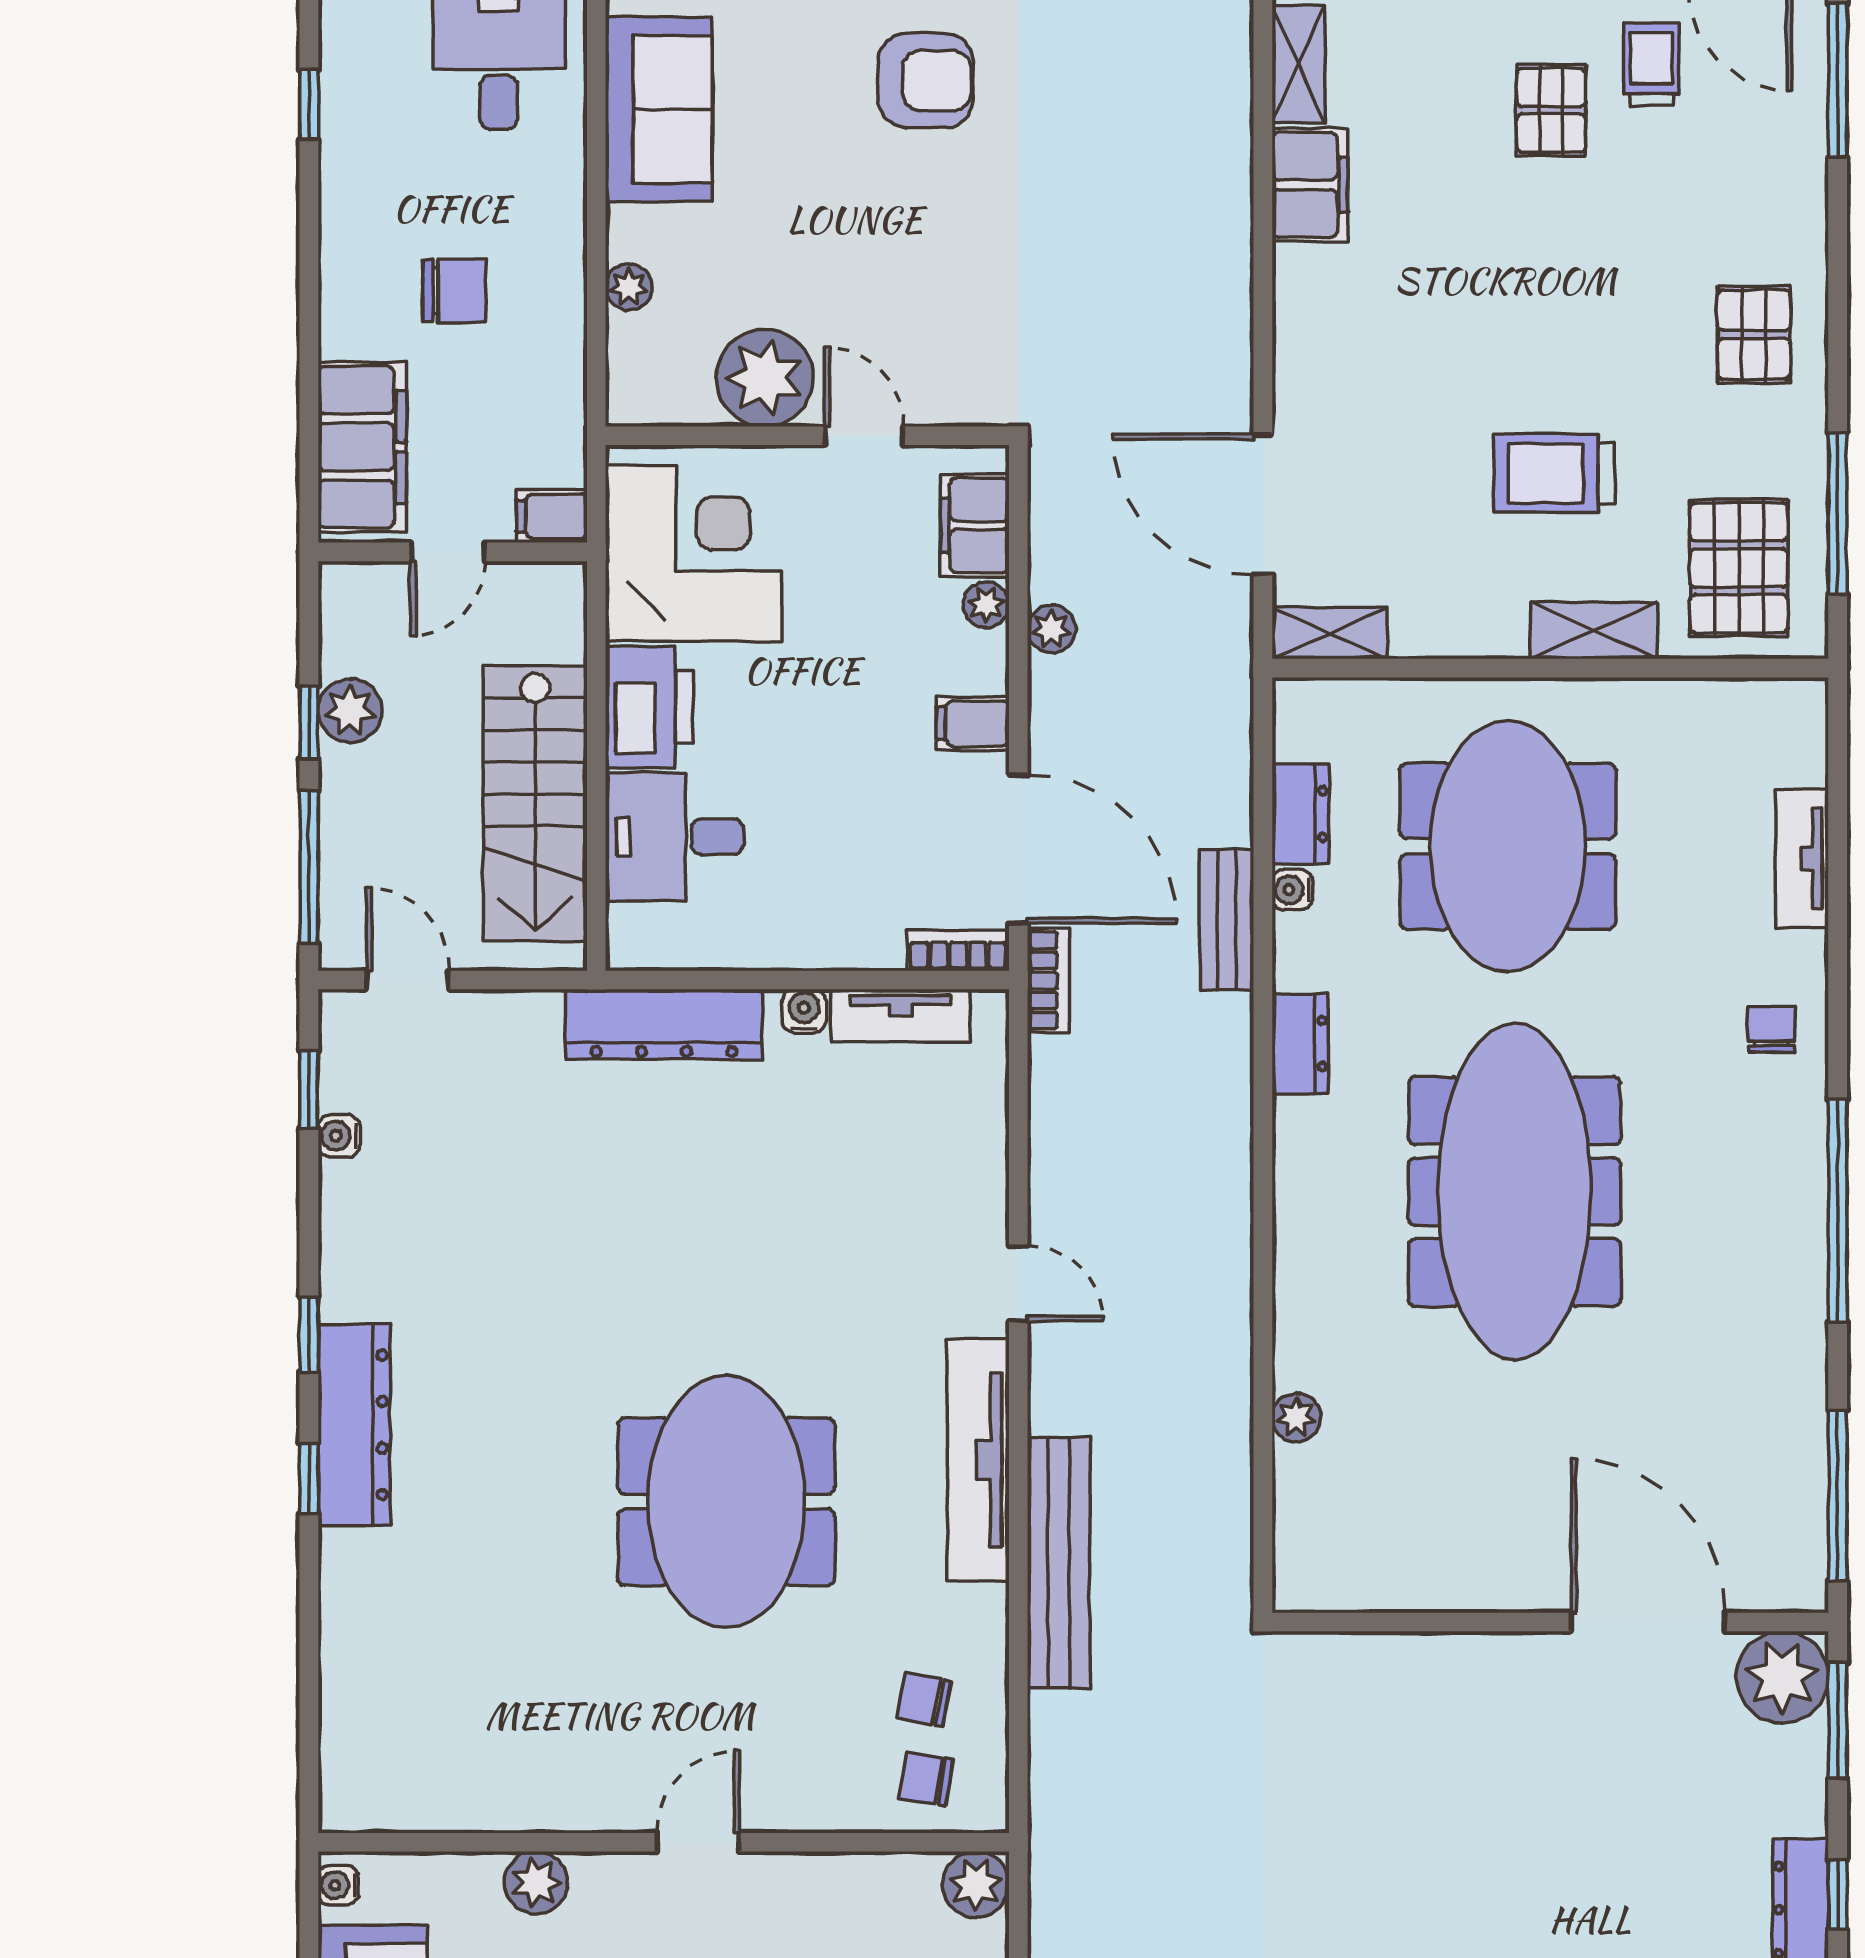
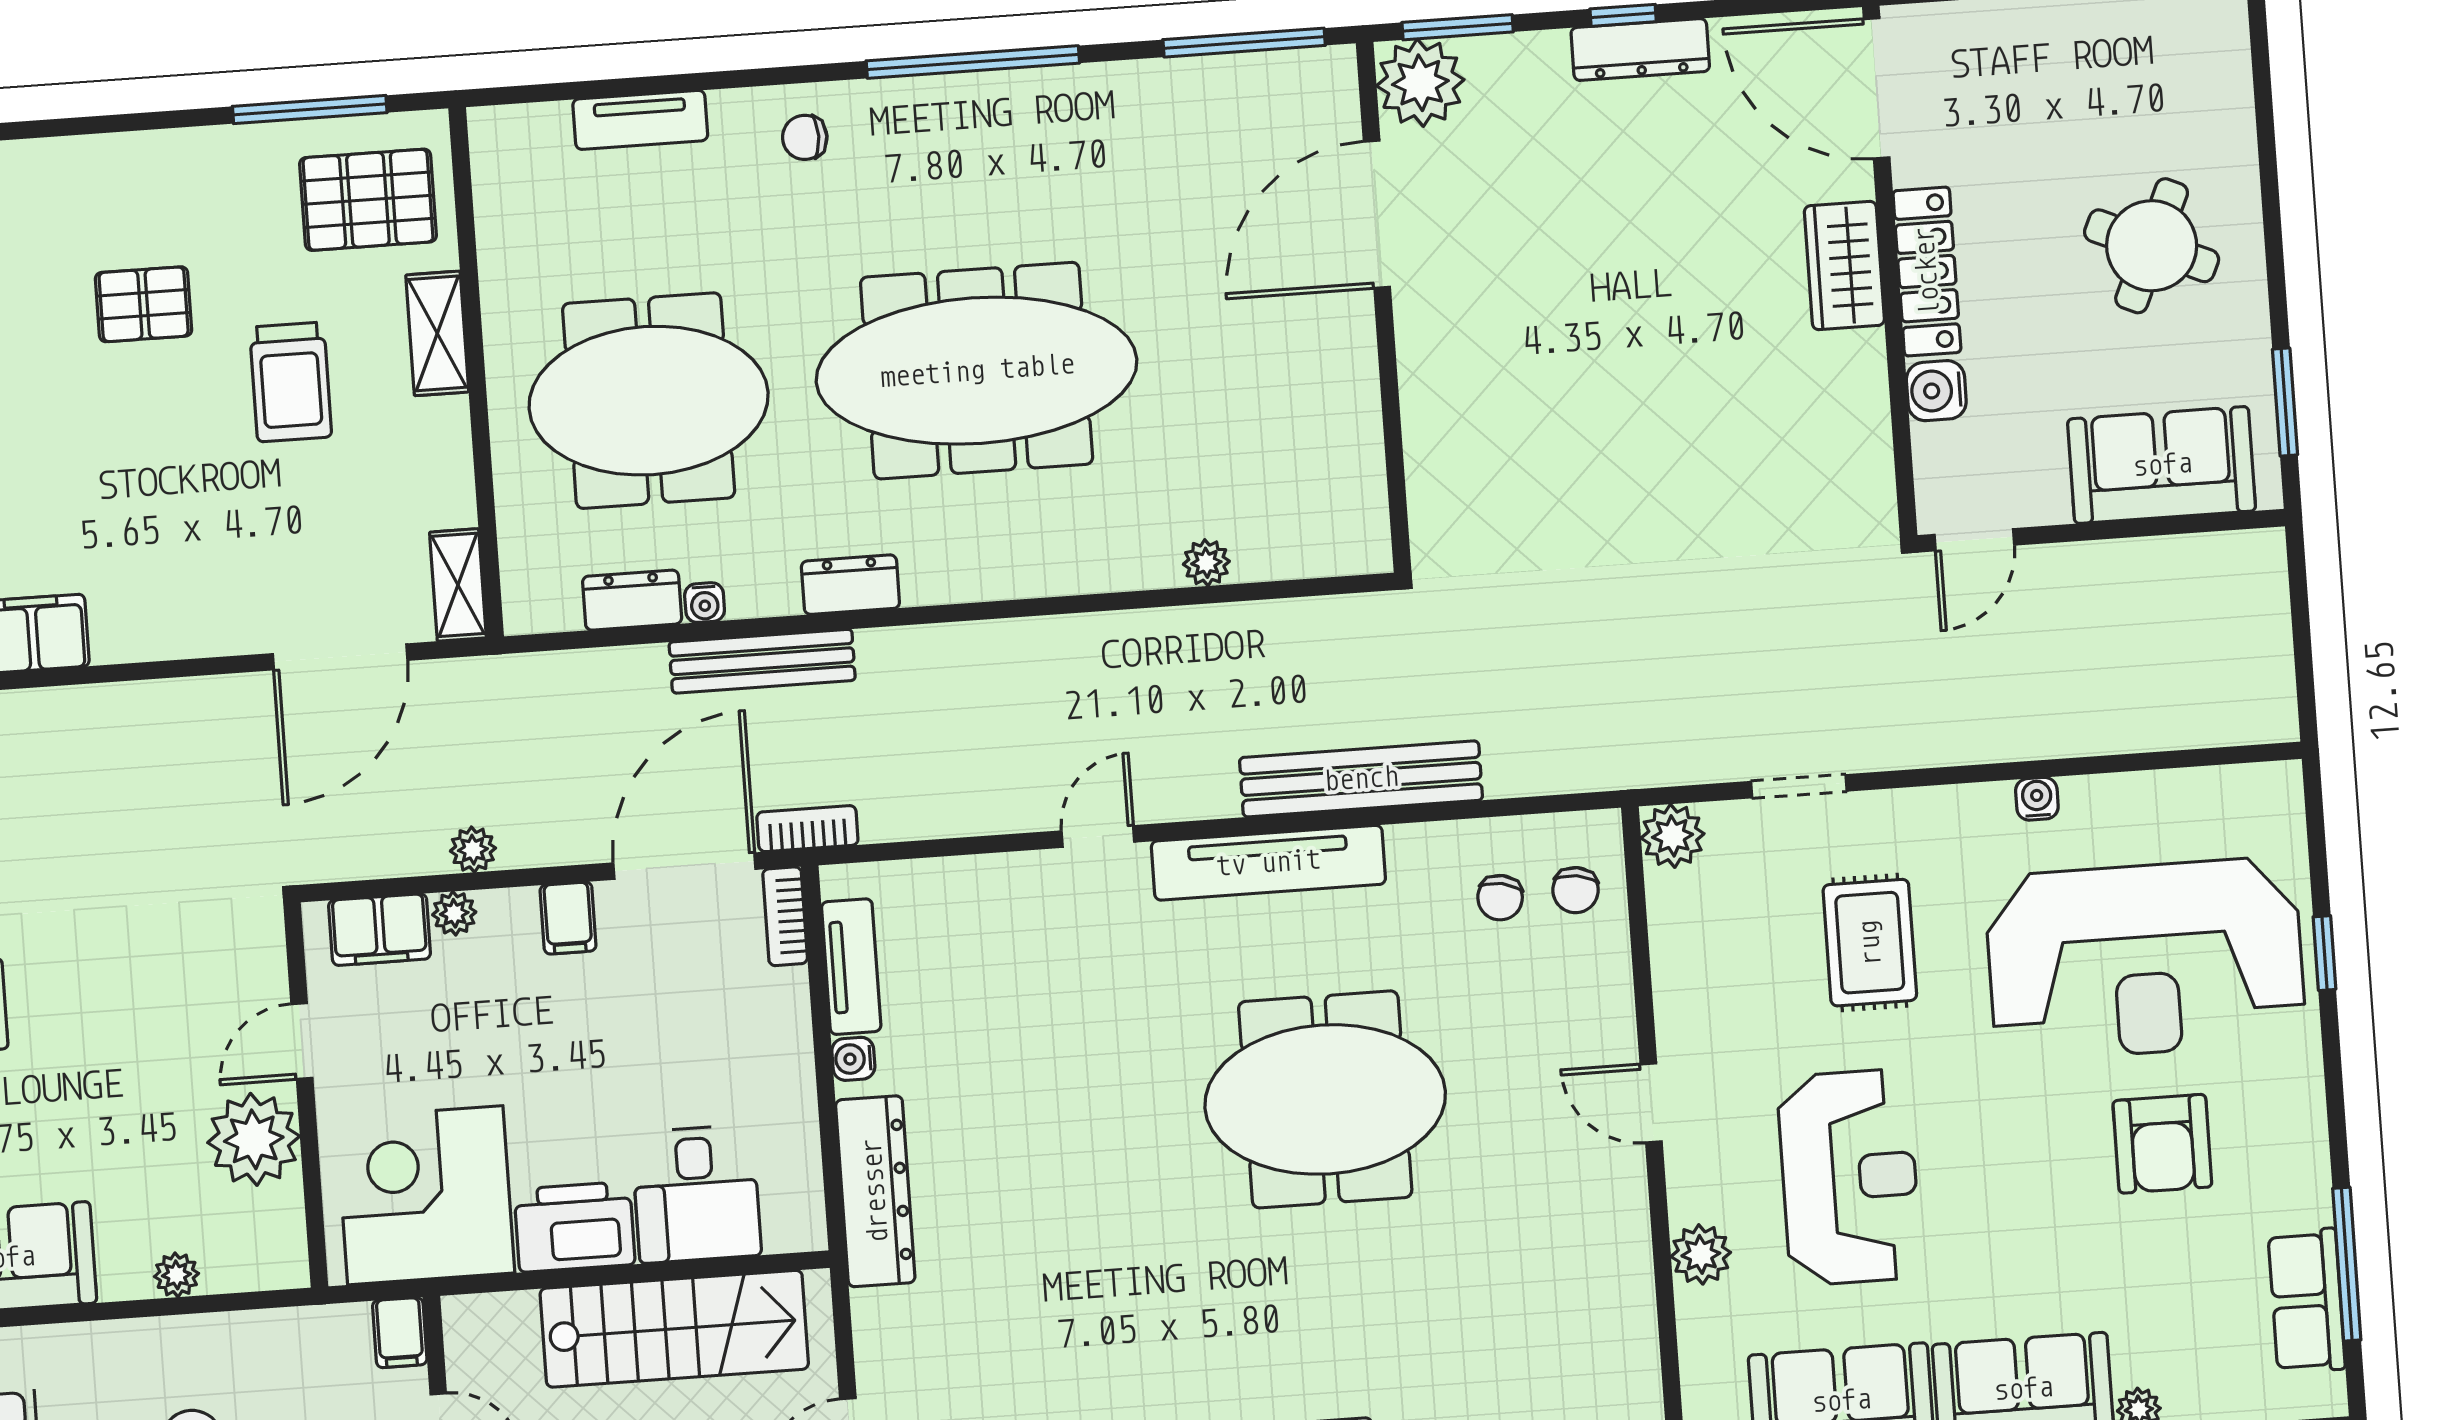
pallet: (1754, 335) -> (144, 304), moved
bench: (1227, 920) -> (762, 661), width x1.36

